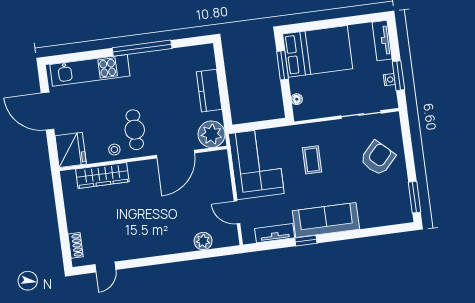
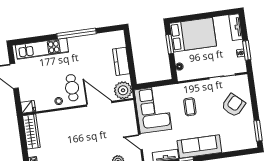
fridge: (71, 150) -> (28, 107), width x0.53, depth x0.75
door: (175, 154) -> (99, 104), swing flipped
wardrobe: (102, 175) -> (31, 132), moved, turned -90

